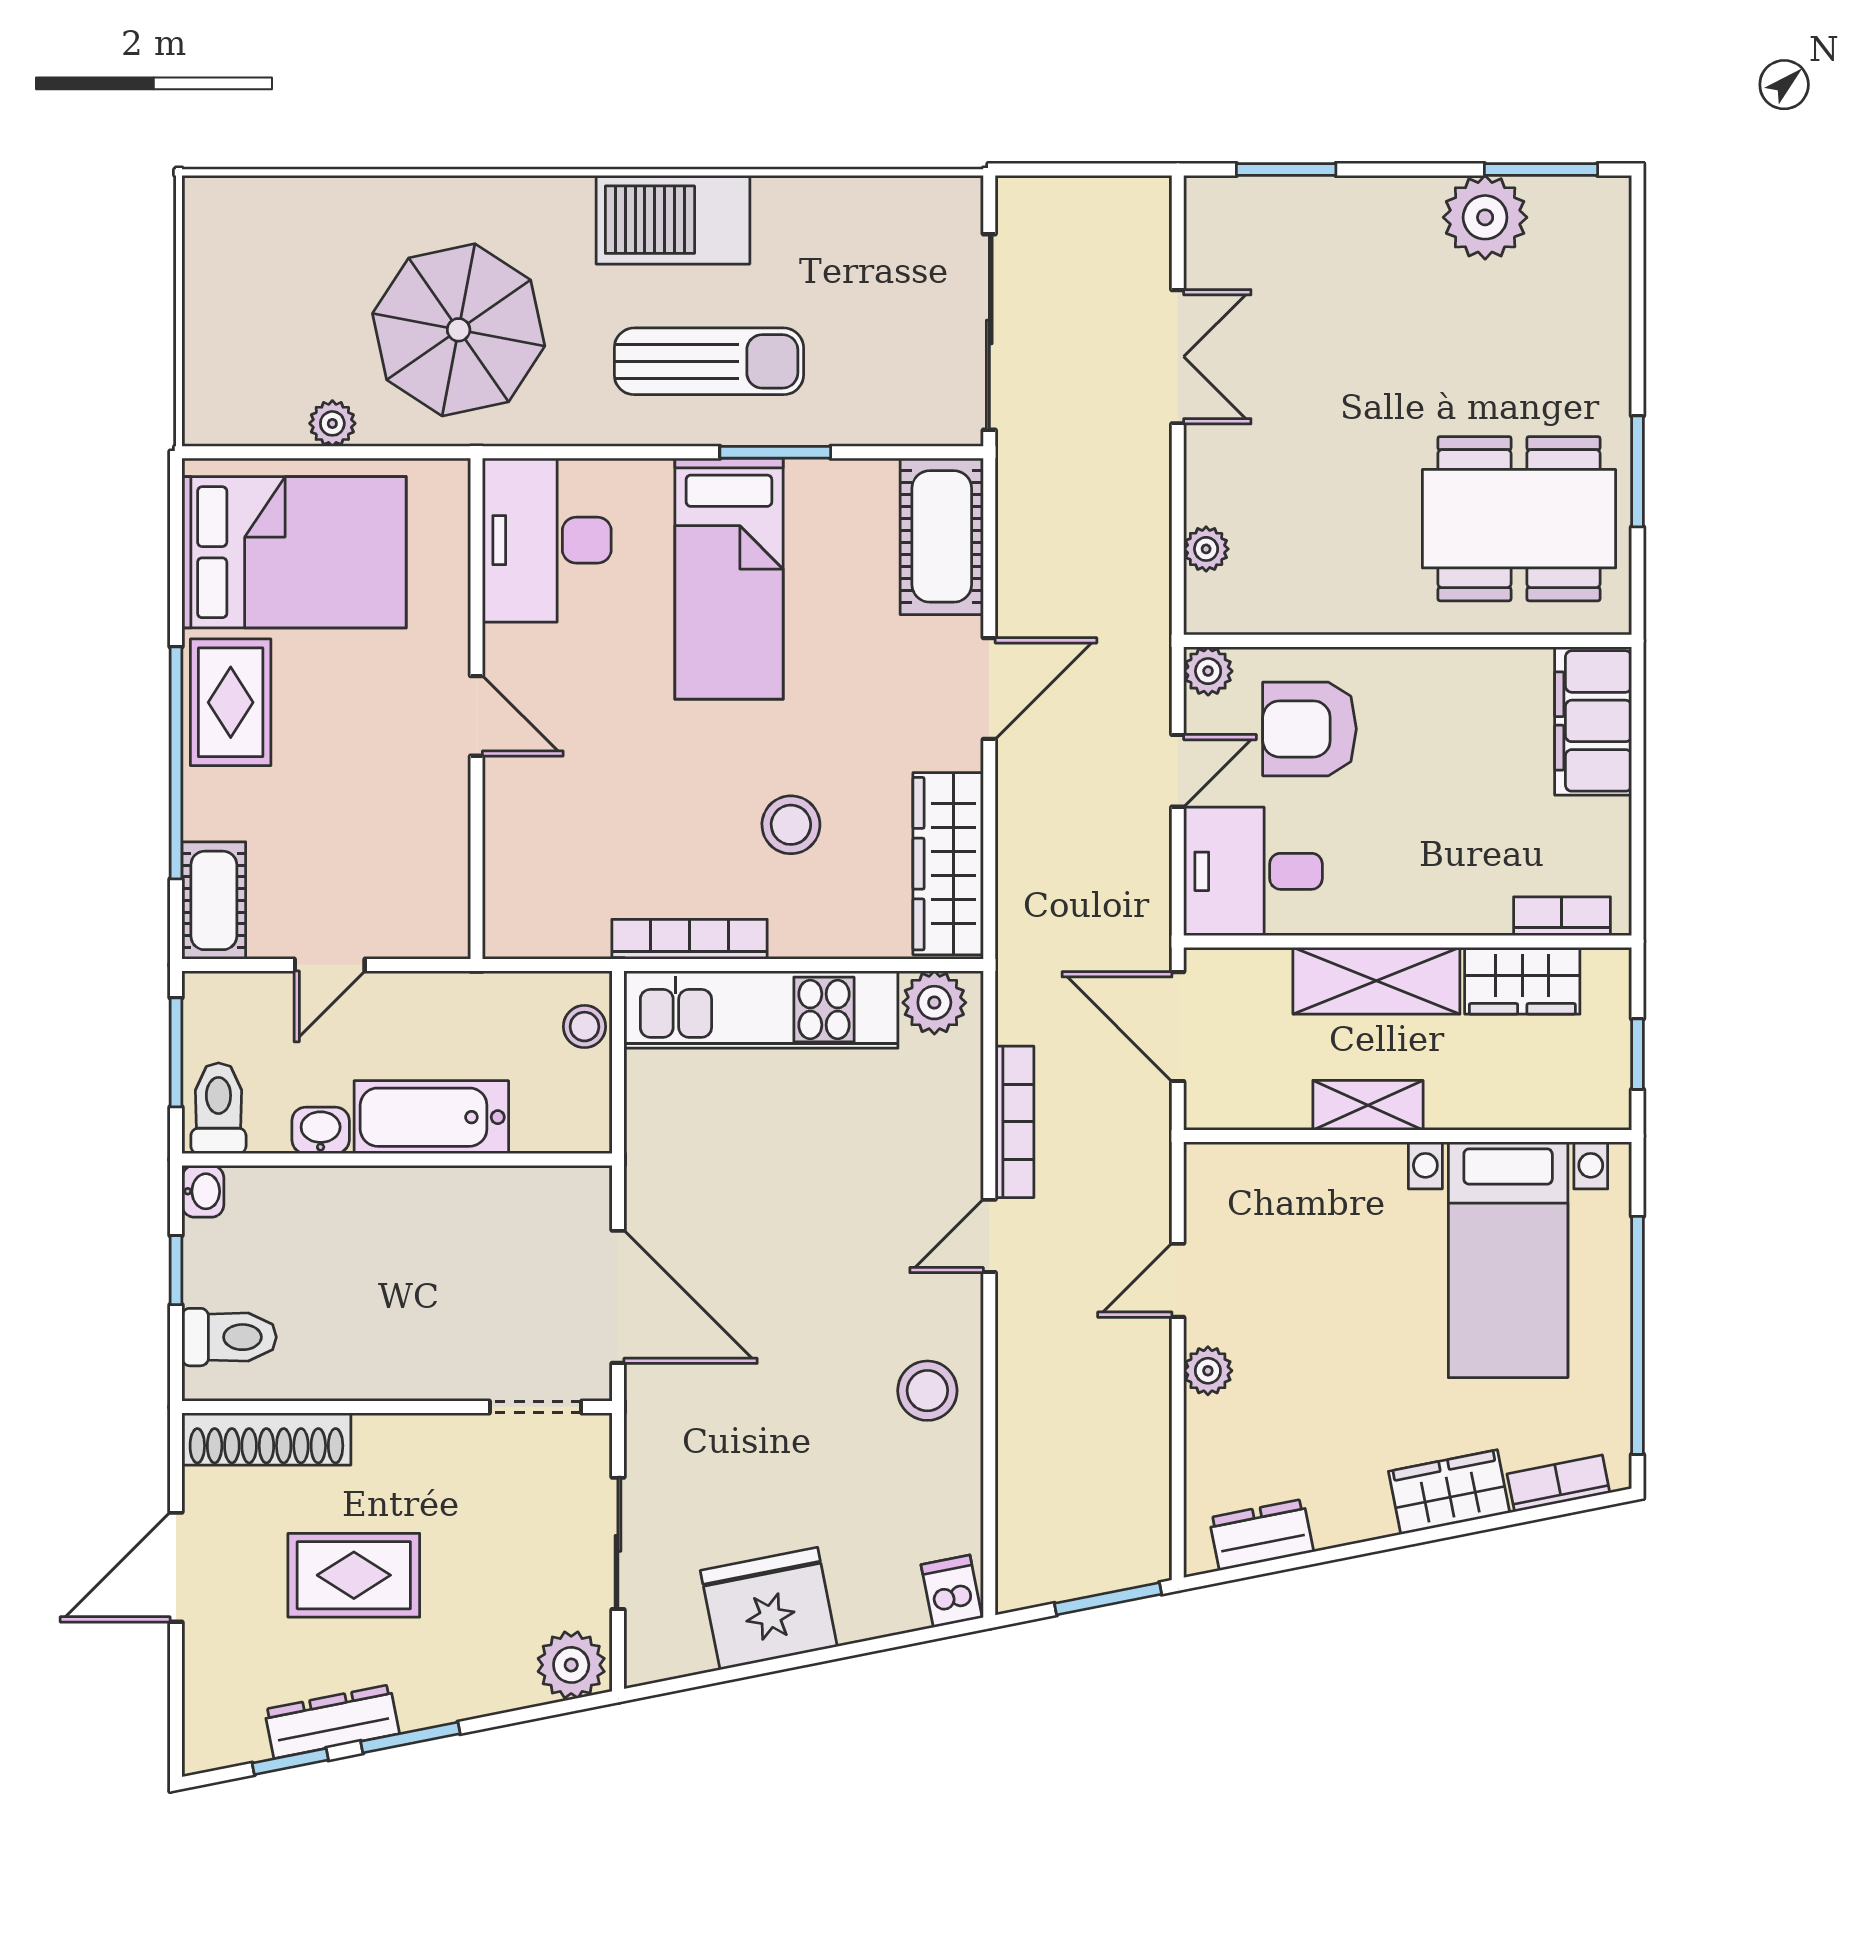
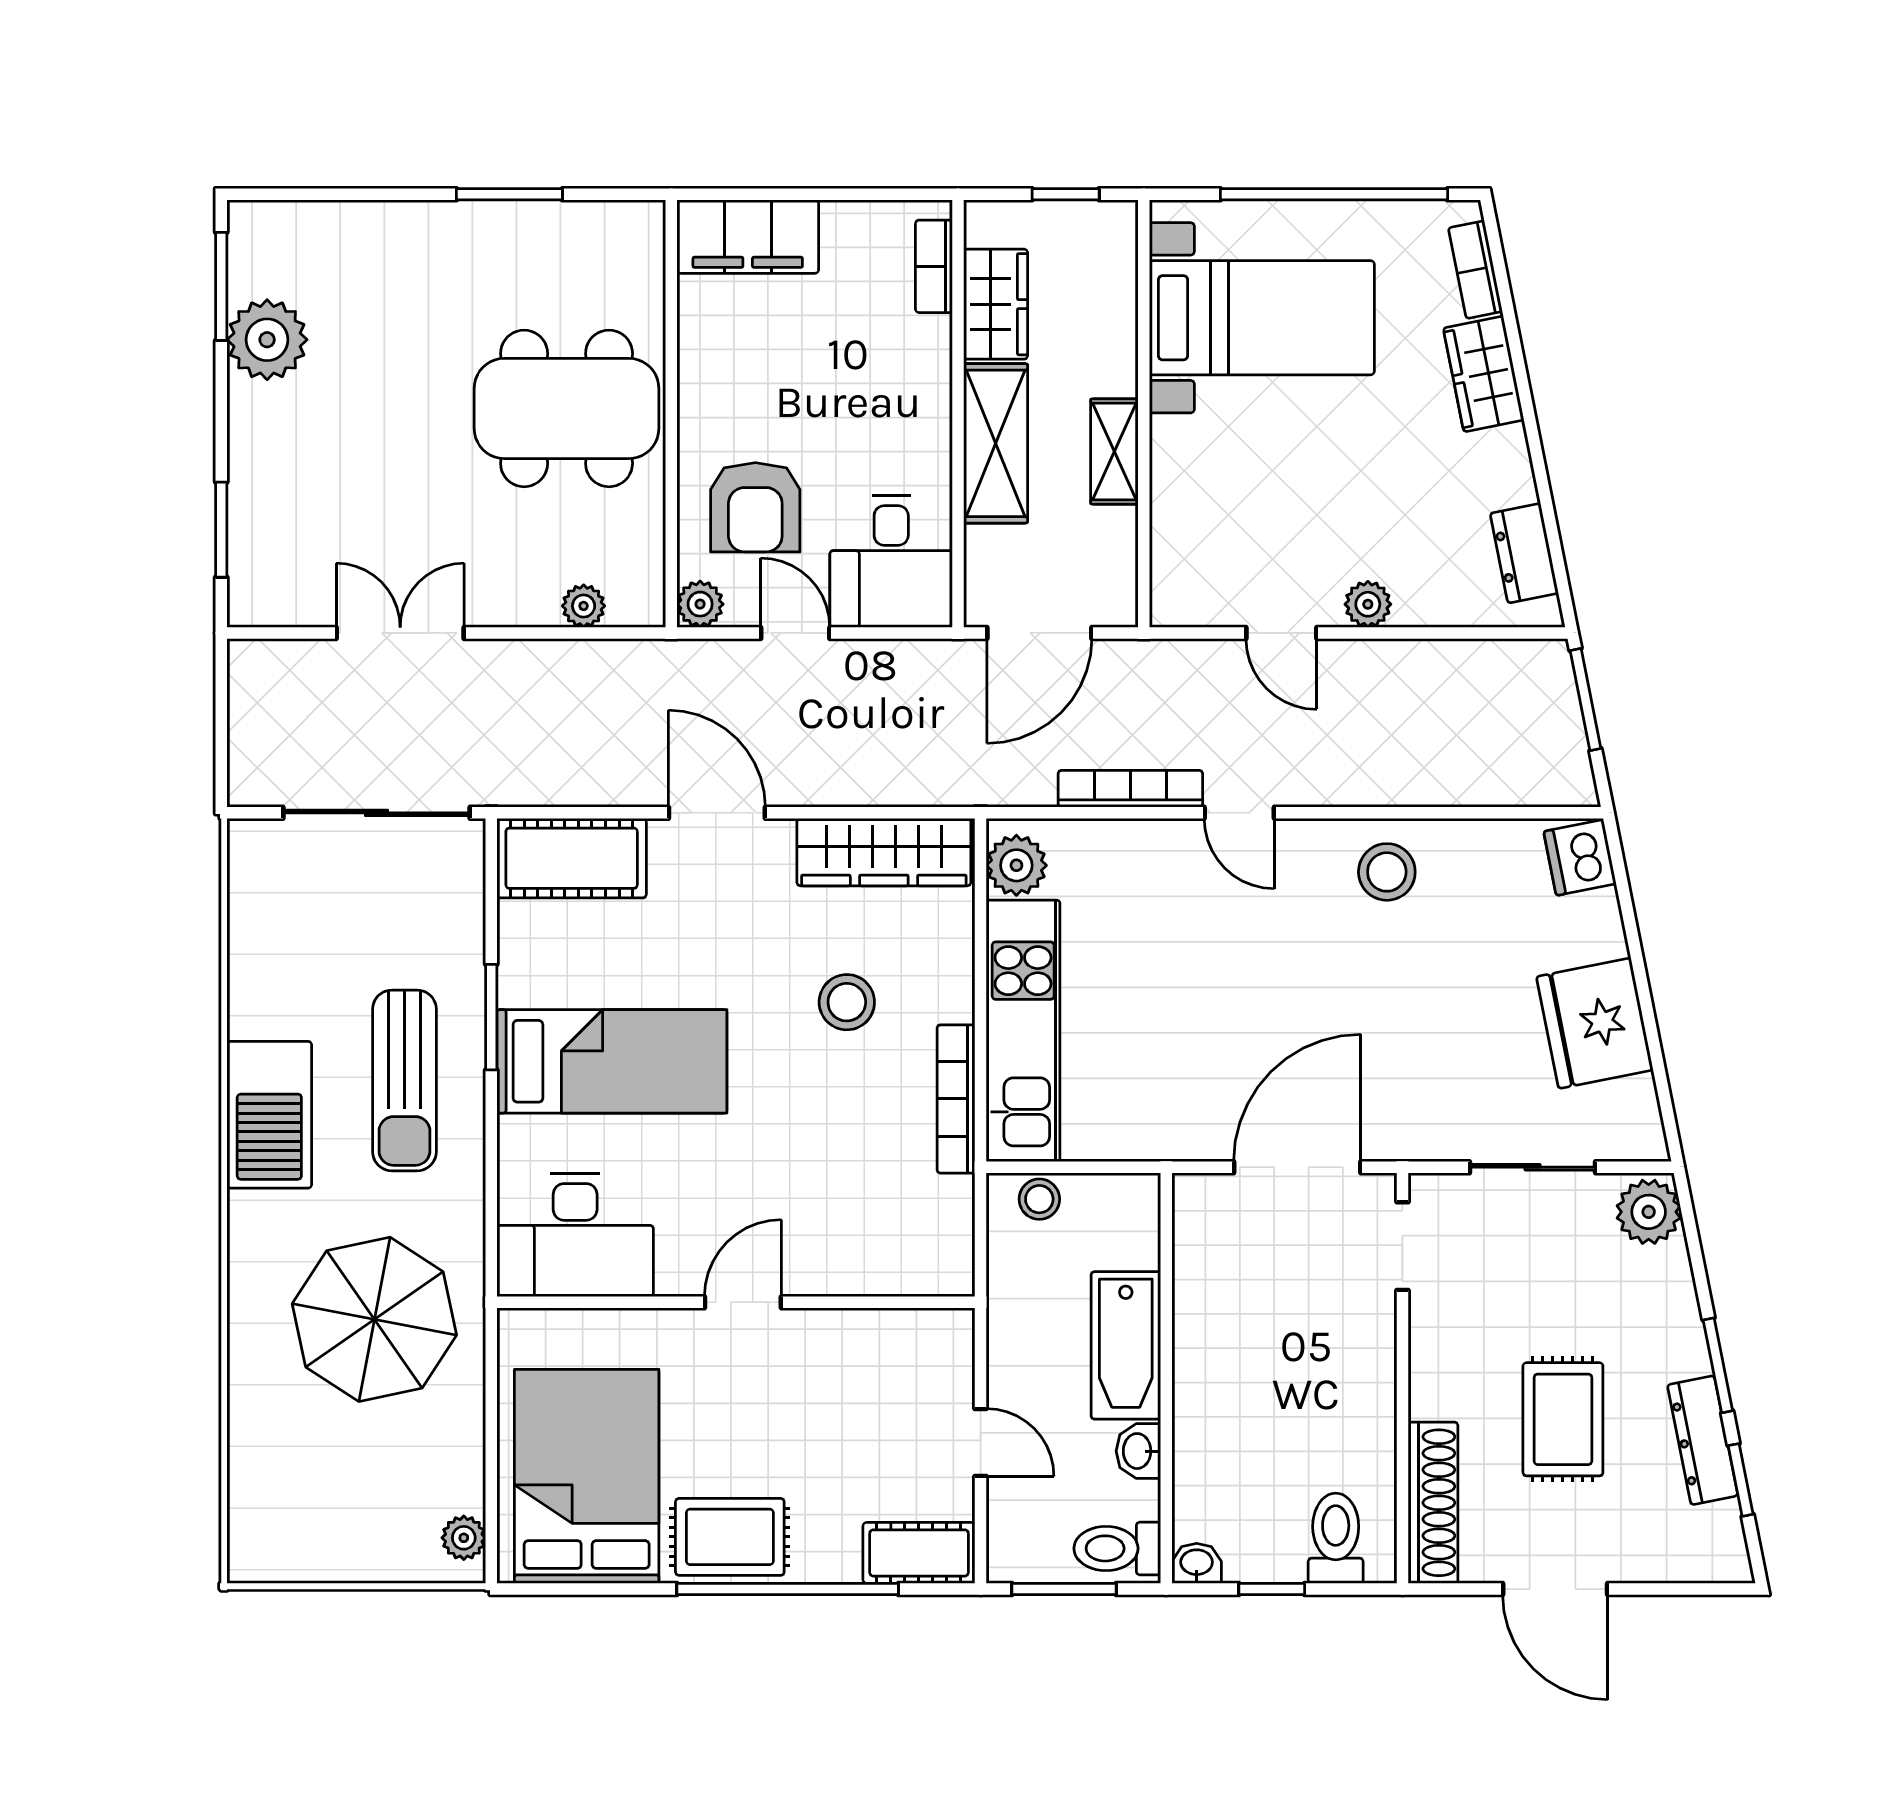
sun lounger: (709, 361) -> (404, 1080), turned 180
plant: (332, 423) -> (464, 1538), moved
dining table: (1519, 519) -> (567, 408), moved, turned 90
dishwasher: (952, 1591) -> (1580, 858), width x1.38

